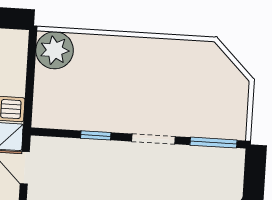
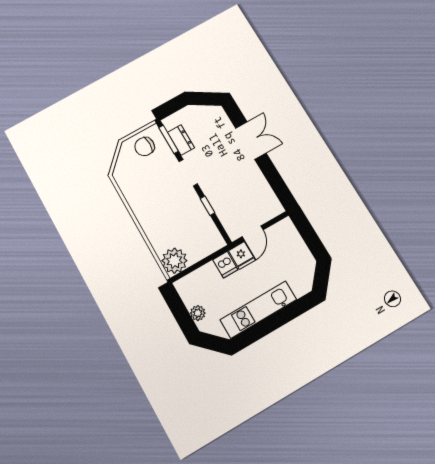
chair: (224, 106) -> (145, 147), added
dresser: (202, 158) -> (181, 140), added

